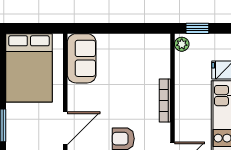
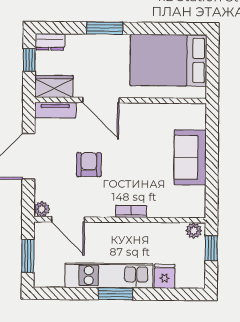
sofa: (82, 58) -> (190, 157), moved, turned 90
bookcase: (165, 100) -> (131, 211), width x0.64

